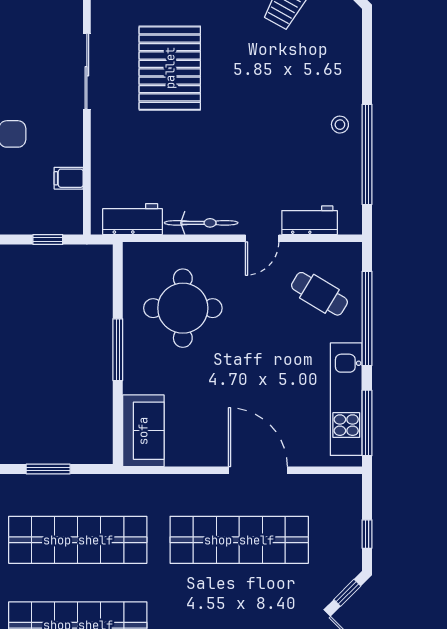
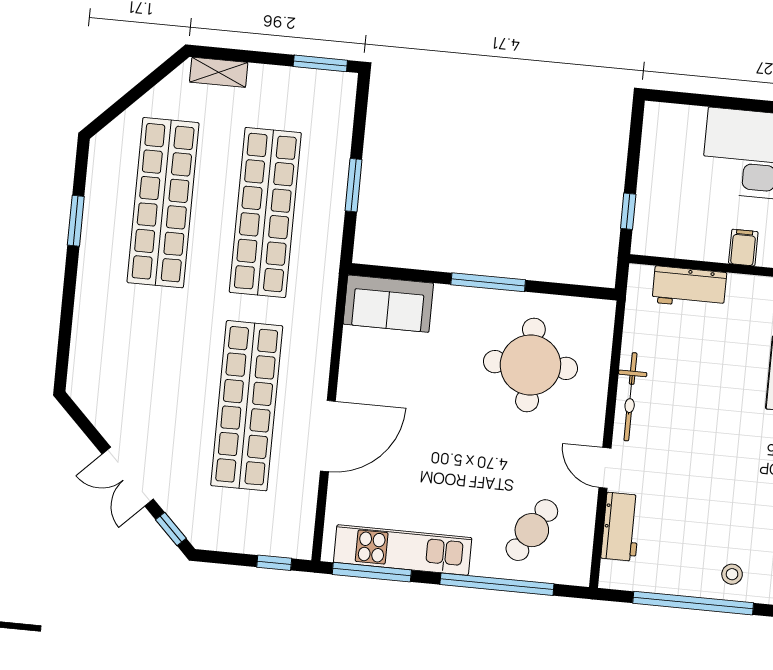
filing cabinet: (69, 178) -> (743, 248), moved
workbench: (133, 219) -> (689, 287), moved, turned 90
window: (367, 534) -> (274, 563), moved

